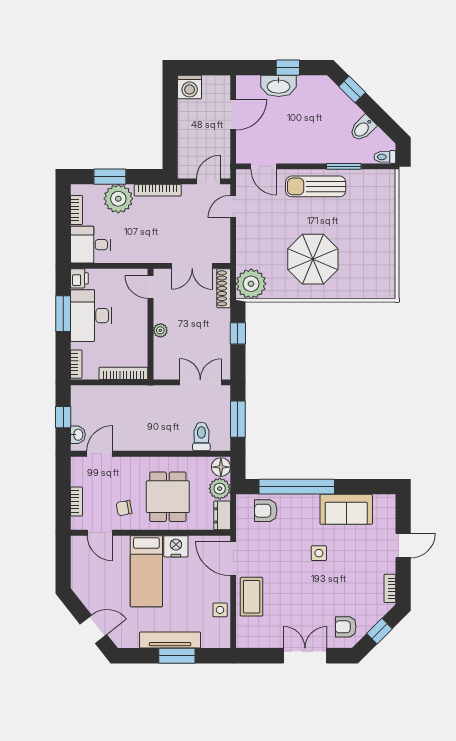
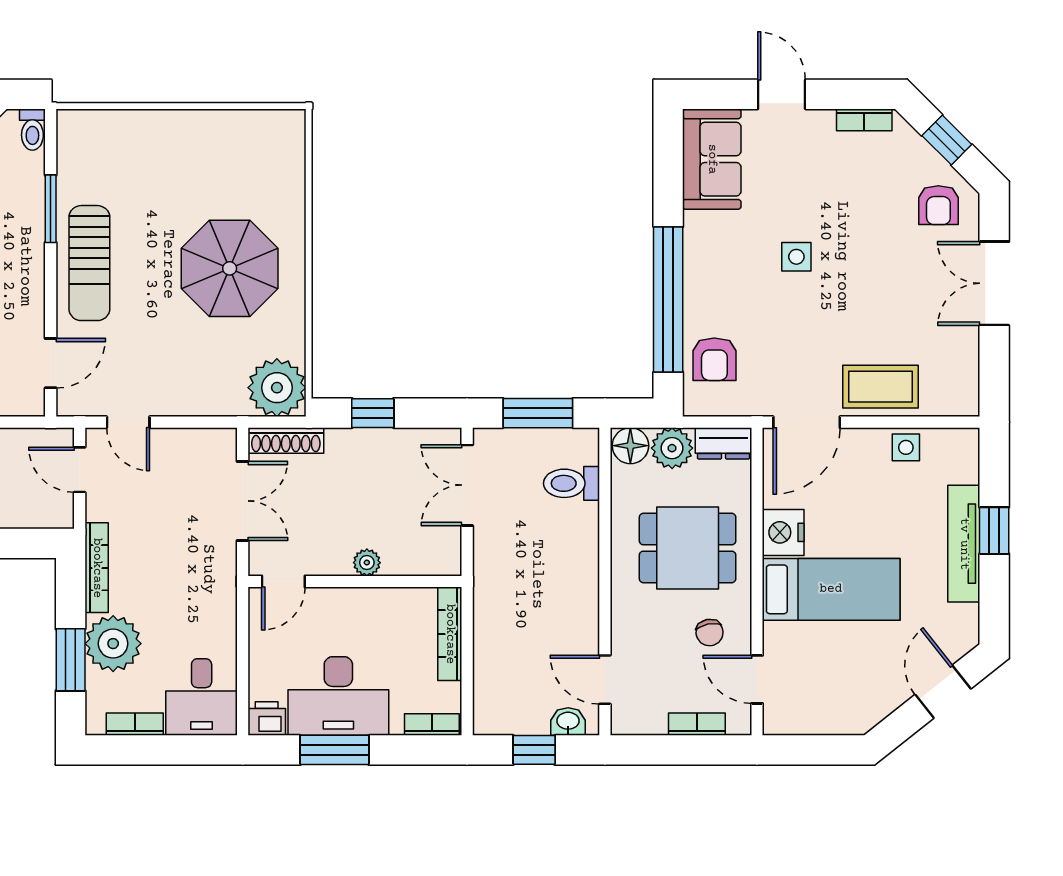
sofa: (346, 509) -> (712, 159), moved
door: (100, 533) -> (757, 679), swing flipped
window: (177, 656) -> (994, 531), width x0.67

